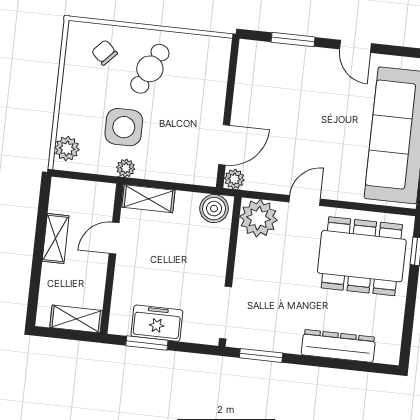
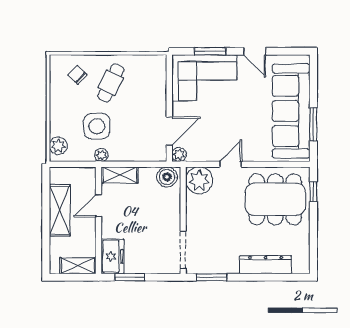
corner sofa: (281, 76) -> (204, 78), added
shelving: (56, 239) -> (60, 210), width x1.50, depth x1.33
freezer: (157, 323) -> (112, 256), moved, turned 90

